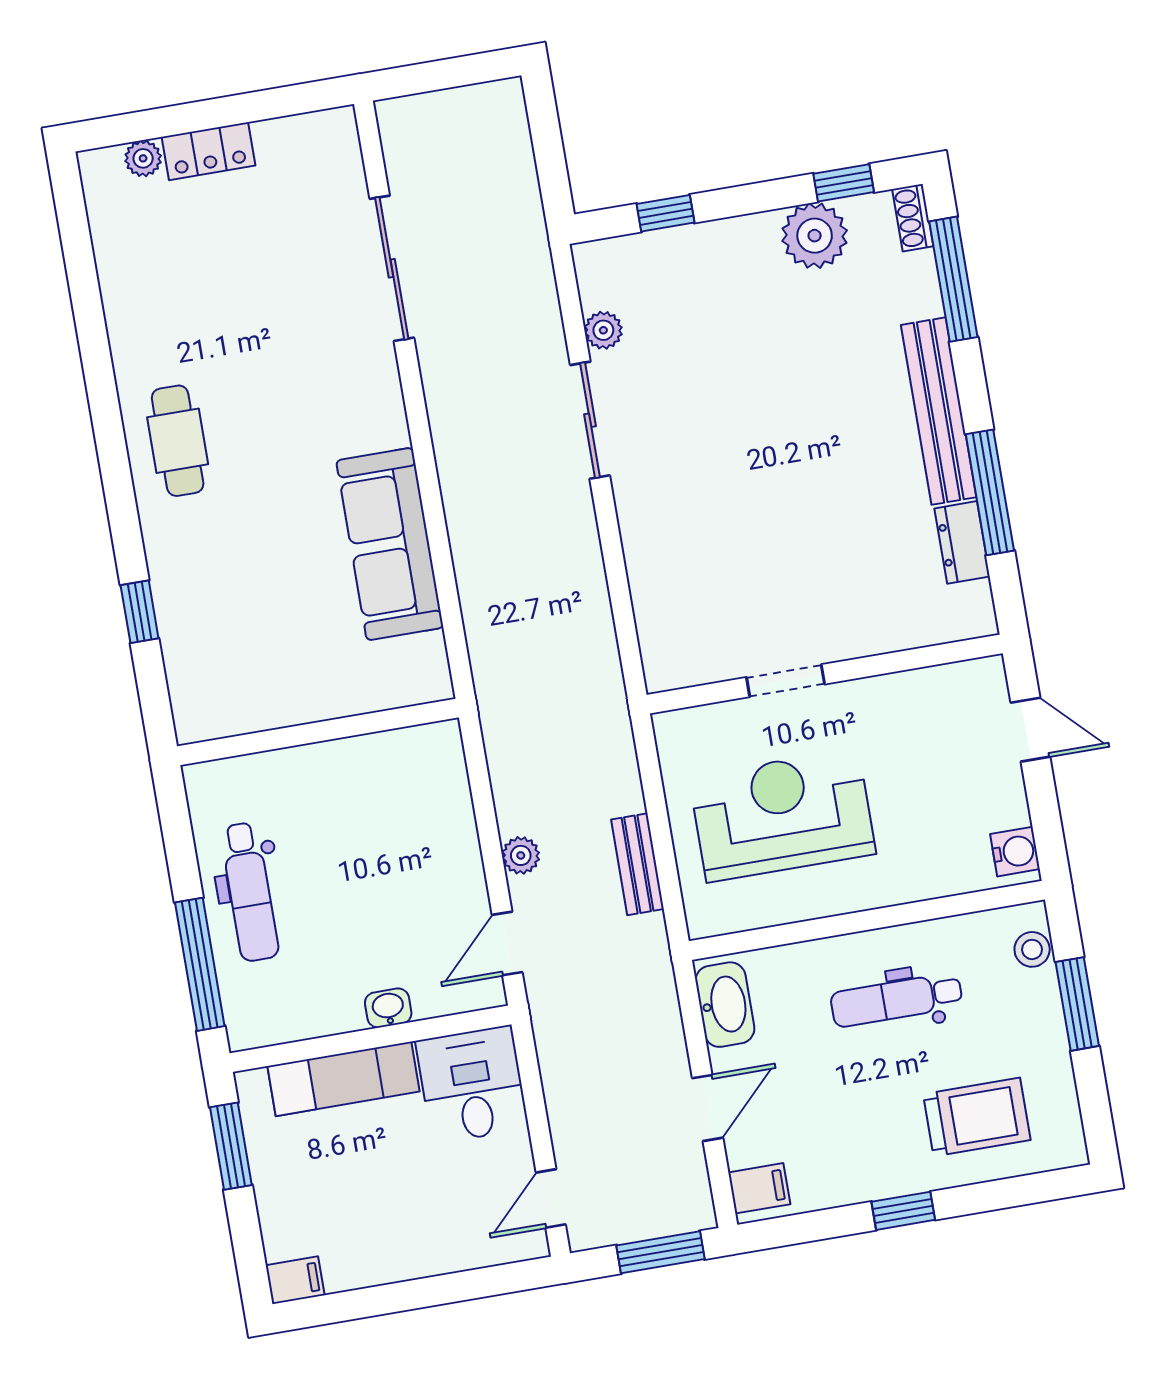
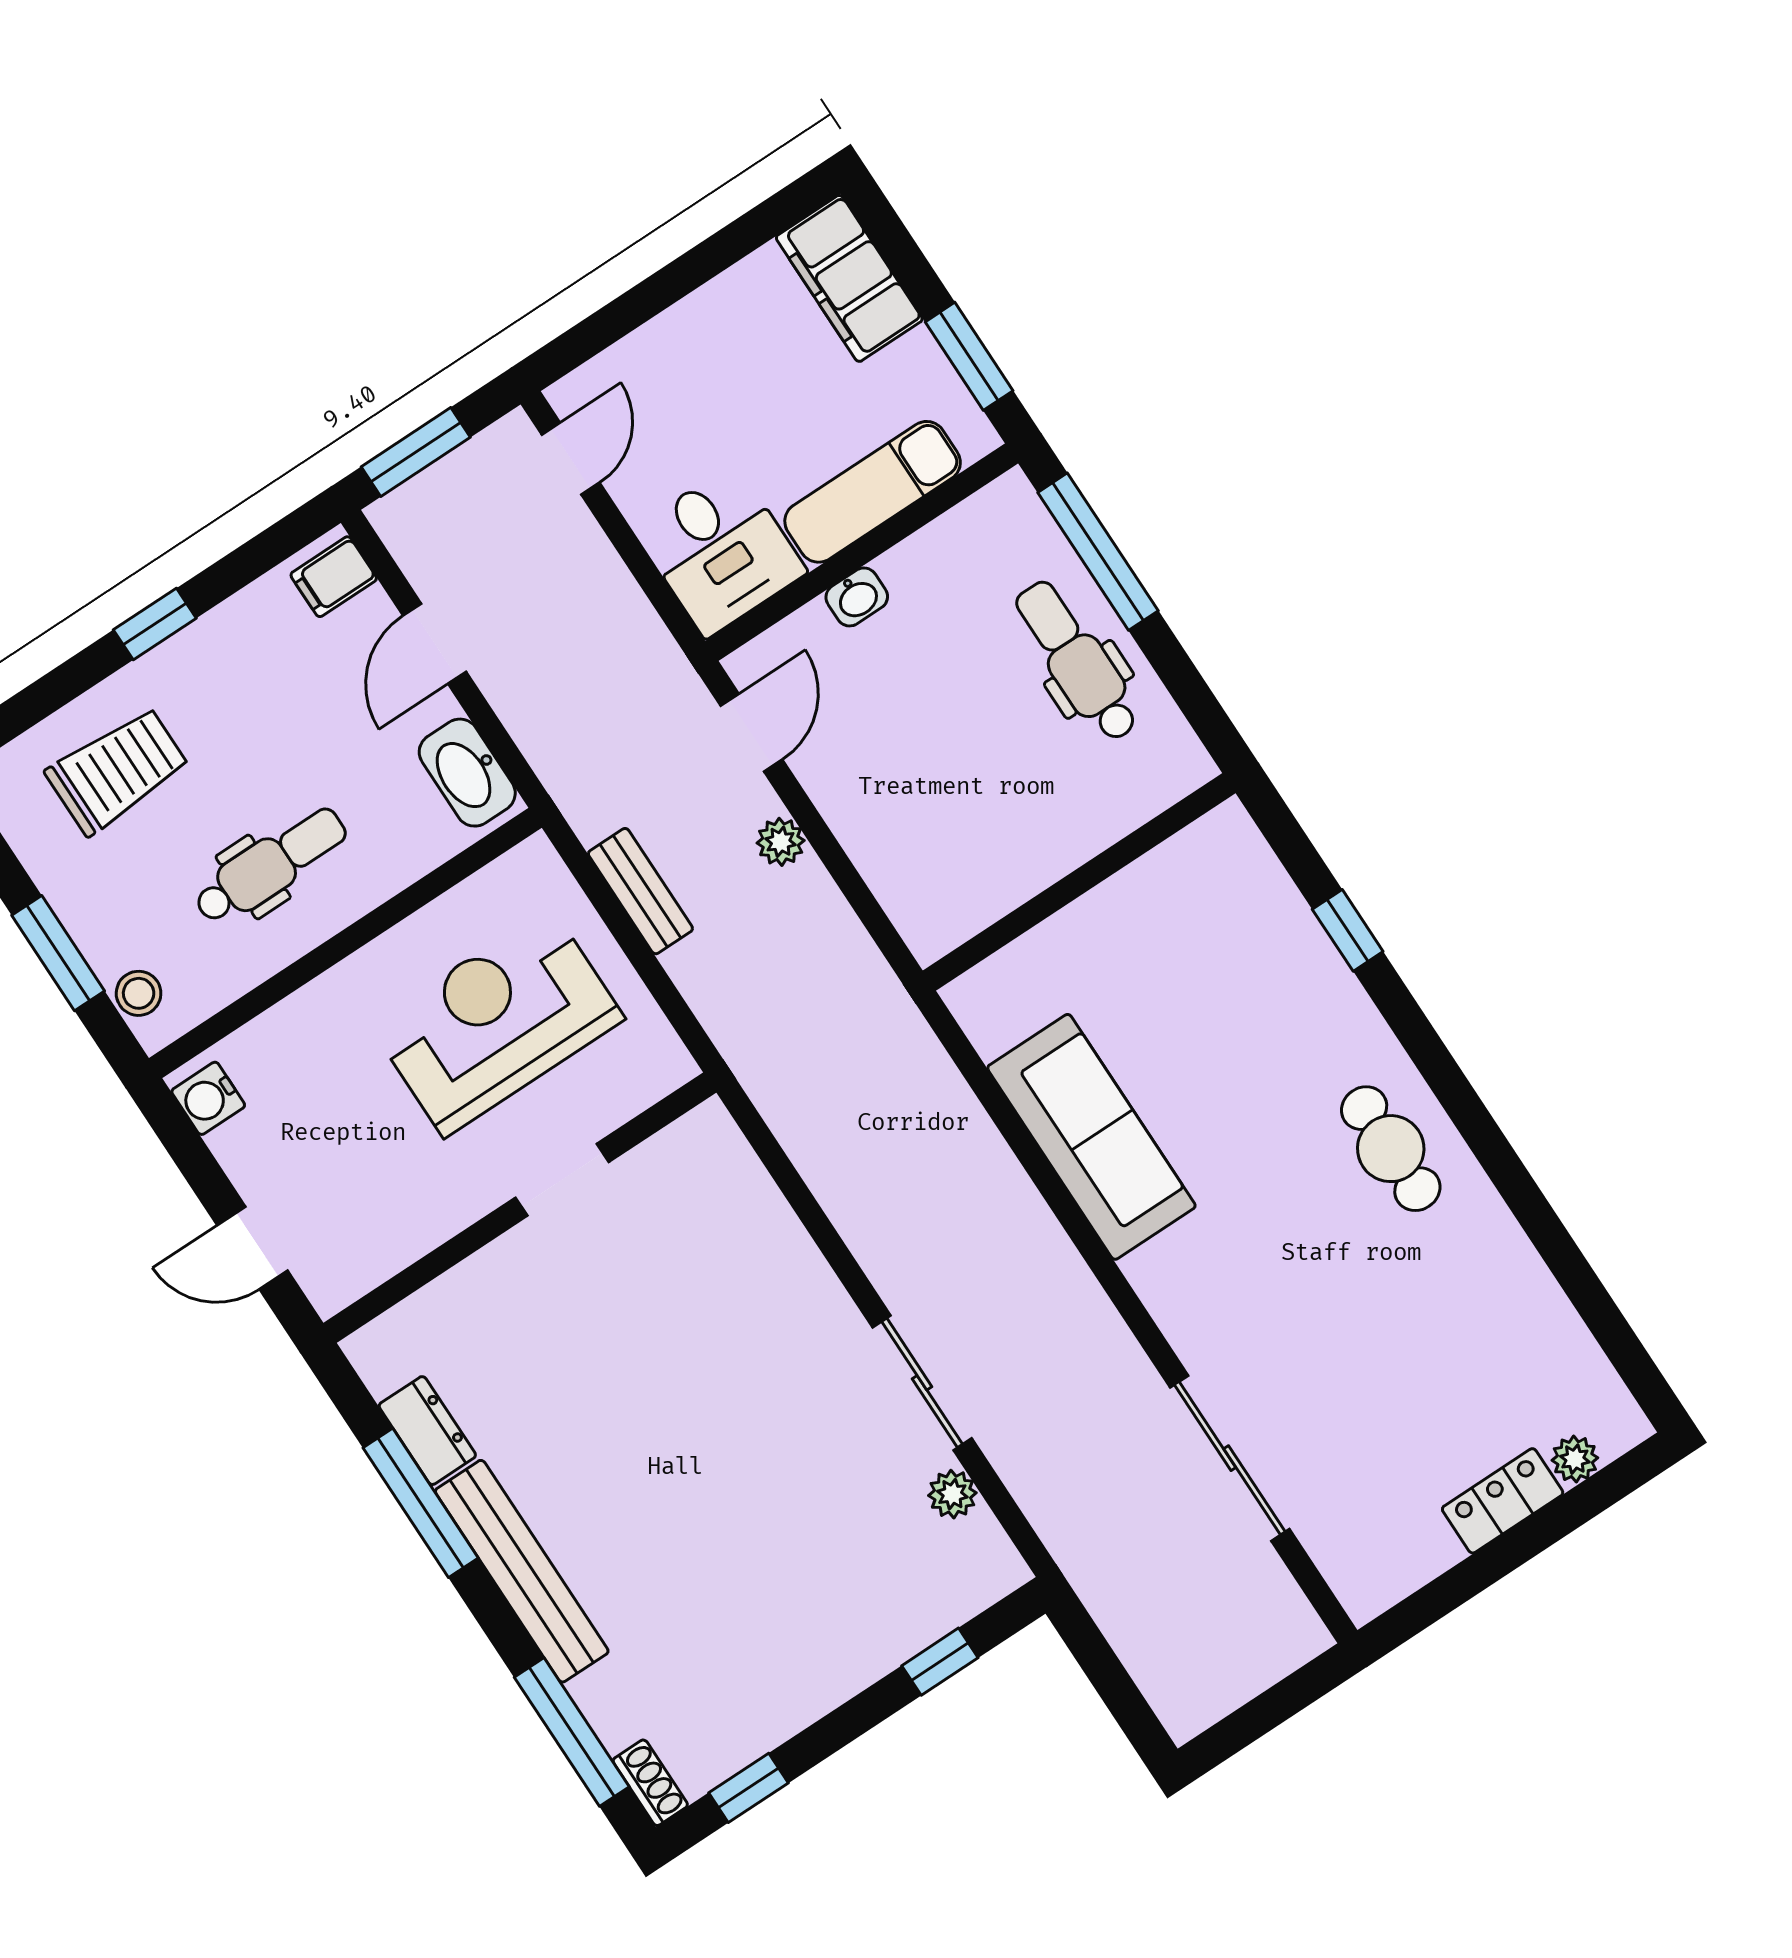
plant: (815, 236) -> (755, 1712), removed
reception desk: (782, 815) -> (497, 1022), turned 180
trolley: (977, 1117) -> (117, 770), turned 180
filing cabinet: (295, 1280) -> (849, 278), width x3.00, depth x1.17

